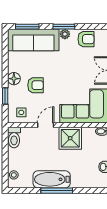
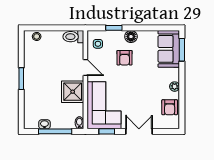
window: (64, 27) -> (182, 85), removed
sofa: (33, 40) -> (169, 49), width x0.73
bathtub: (52, 179) -> (32, 73), removed
window: (57, 191) -> (21, 79), width x0.69

